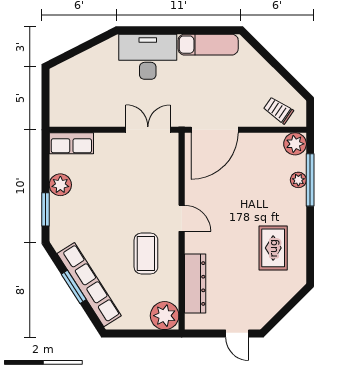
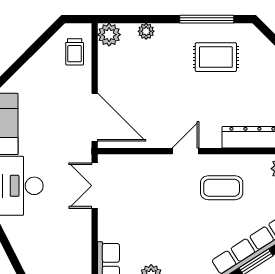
trolley: (278, 110) -> (75, 52), turned -34
window: (310, 180) -> (207, 19), moved

